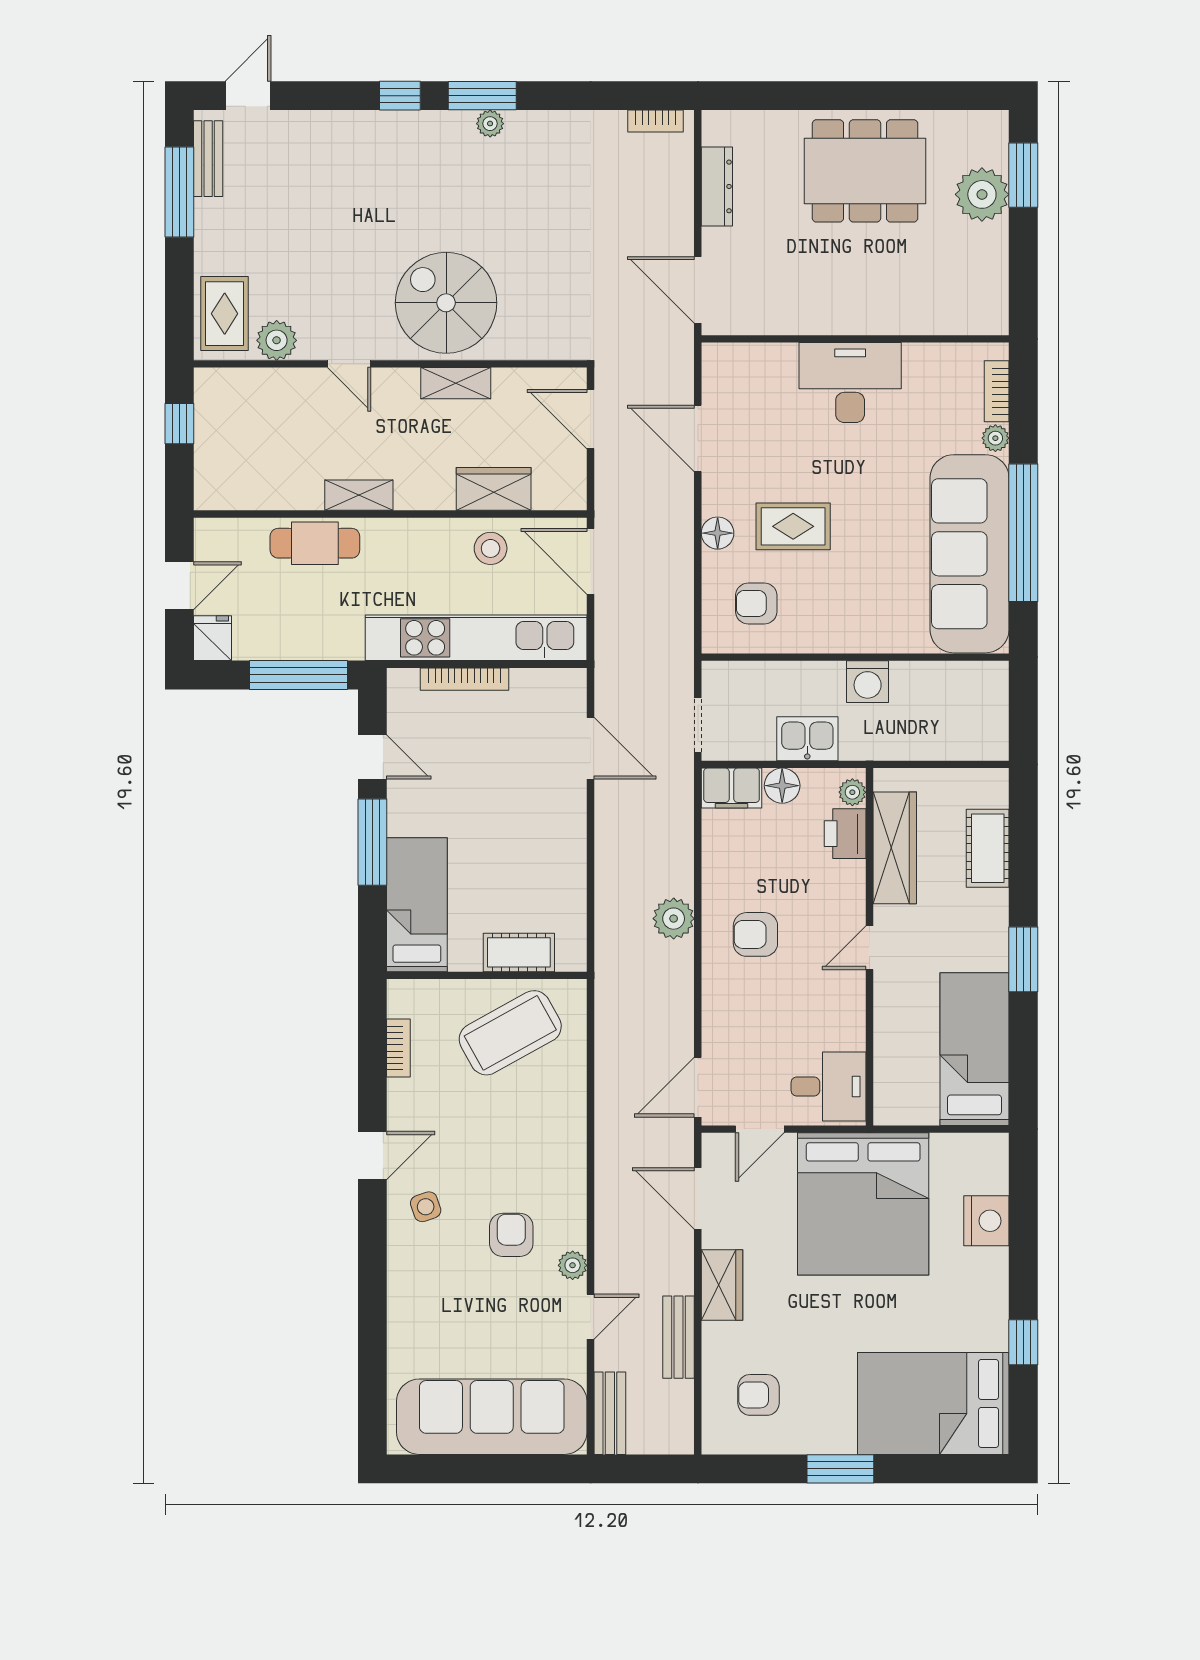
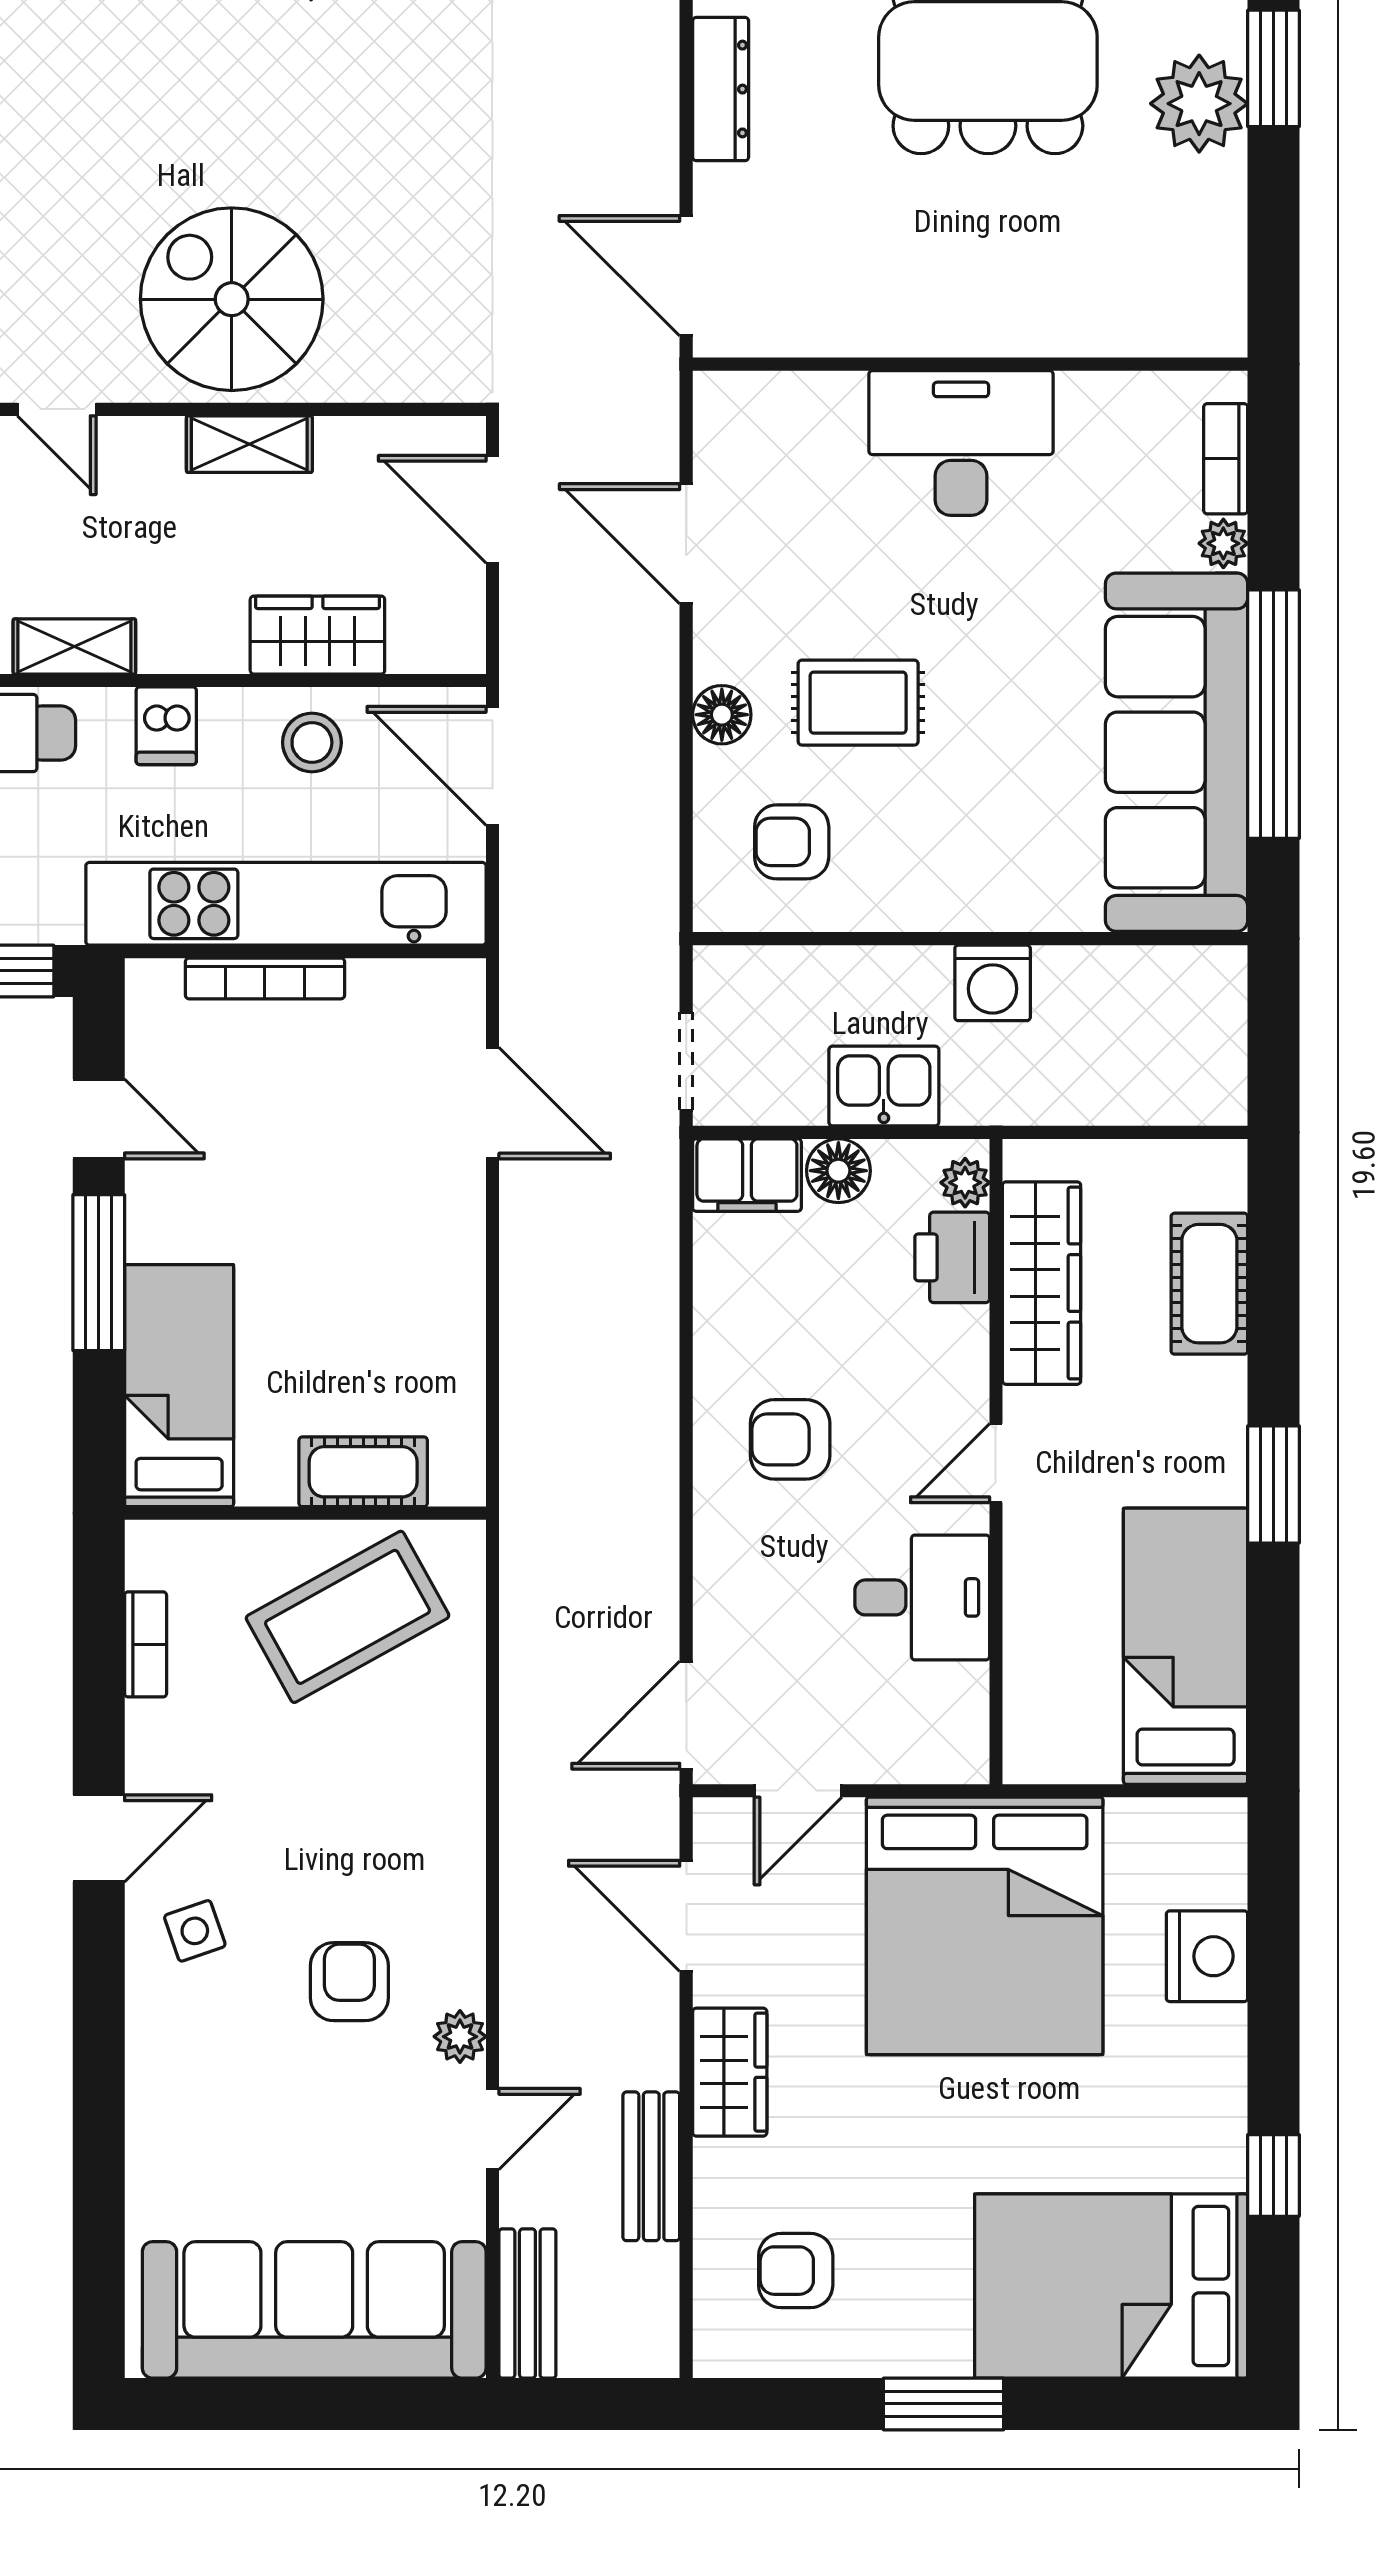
dishwasher: (410, 539) -> (166, 726), added
plant: (674, 919) -> (642, 1411), removed
desk: (829, 1086) -> (922, 1597), moved

